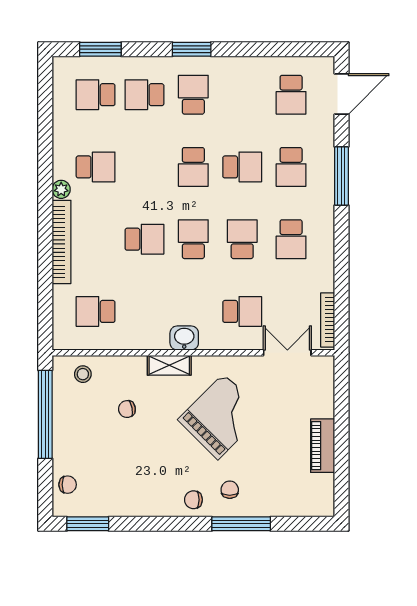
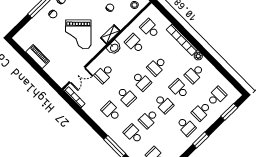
school desk: (144, 95) -> (201, 111), turned 180
school desk: (144, 167) -> (179, 89), added
school desk: (193, 167) -> (164, 104), turned 180
school desk: (96, 311) -> (150, 28), turned -90
school desk: (144, 311) -> (135, 44), added

